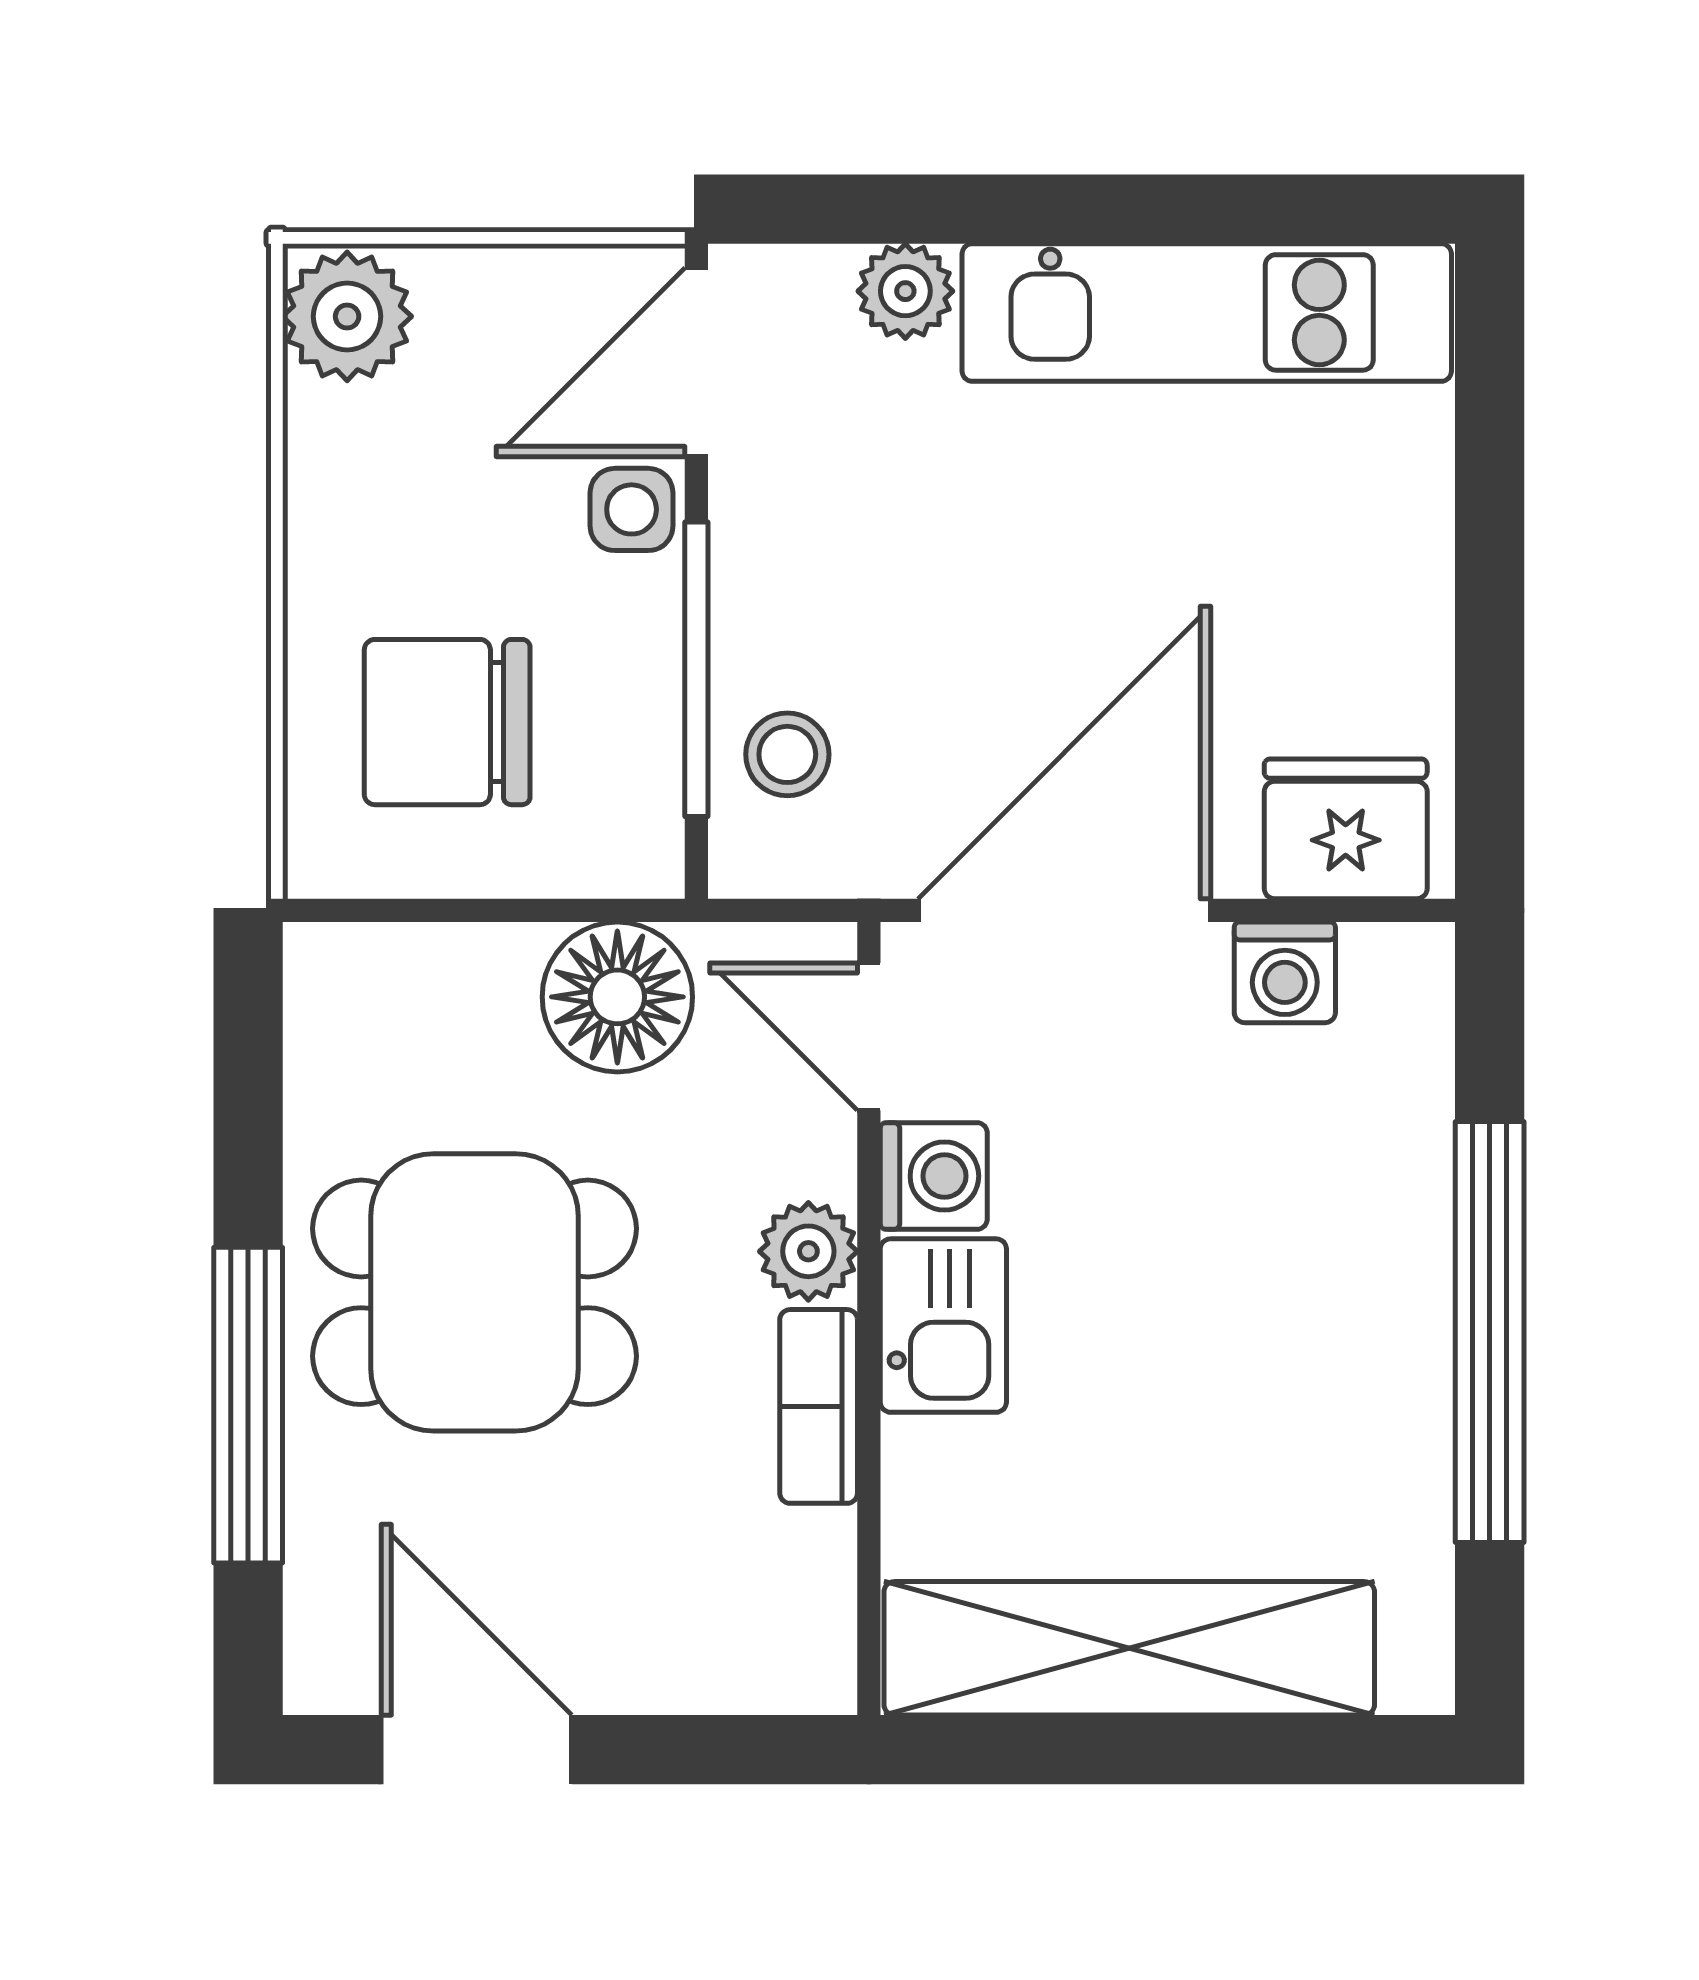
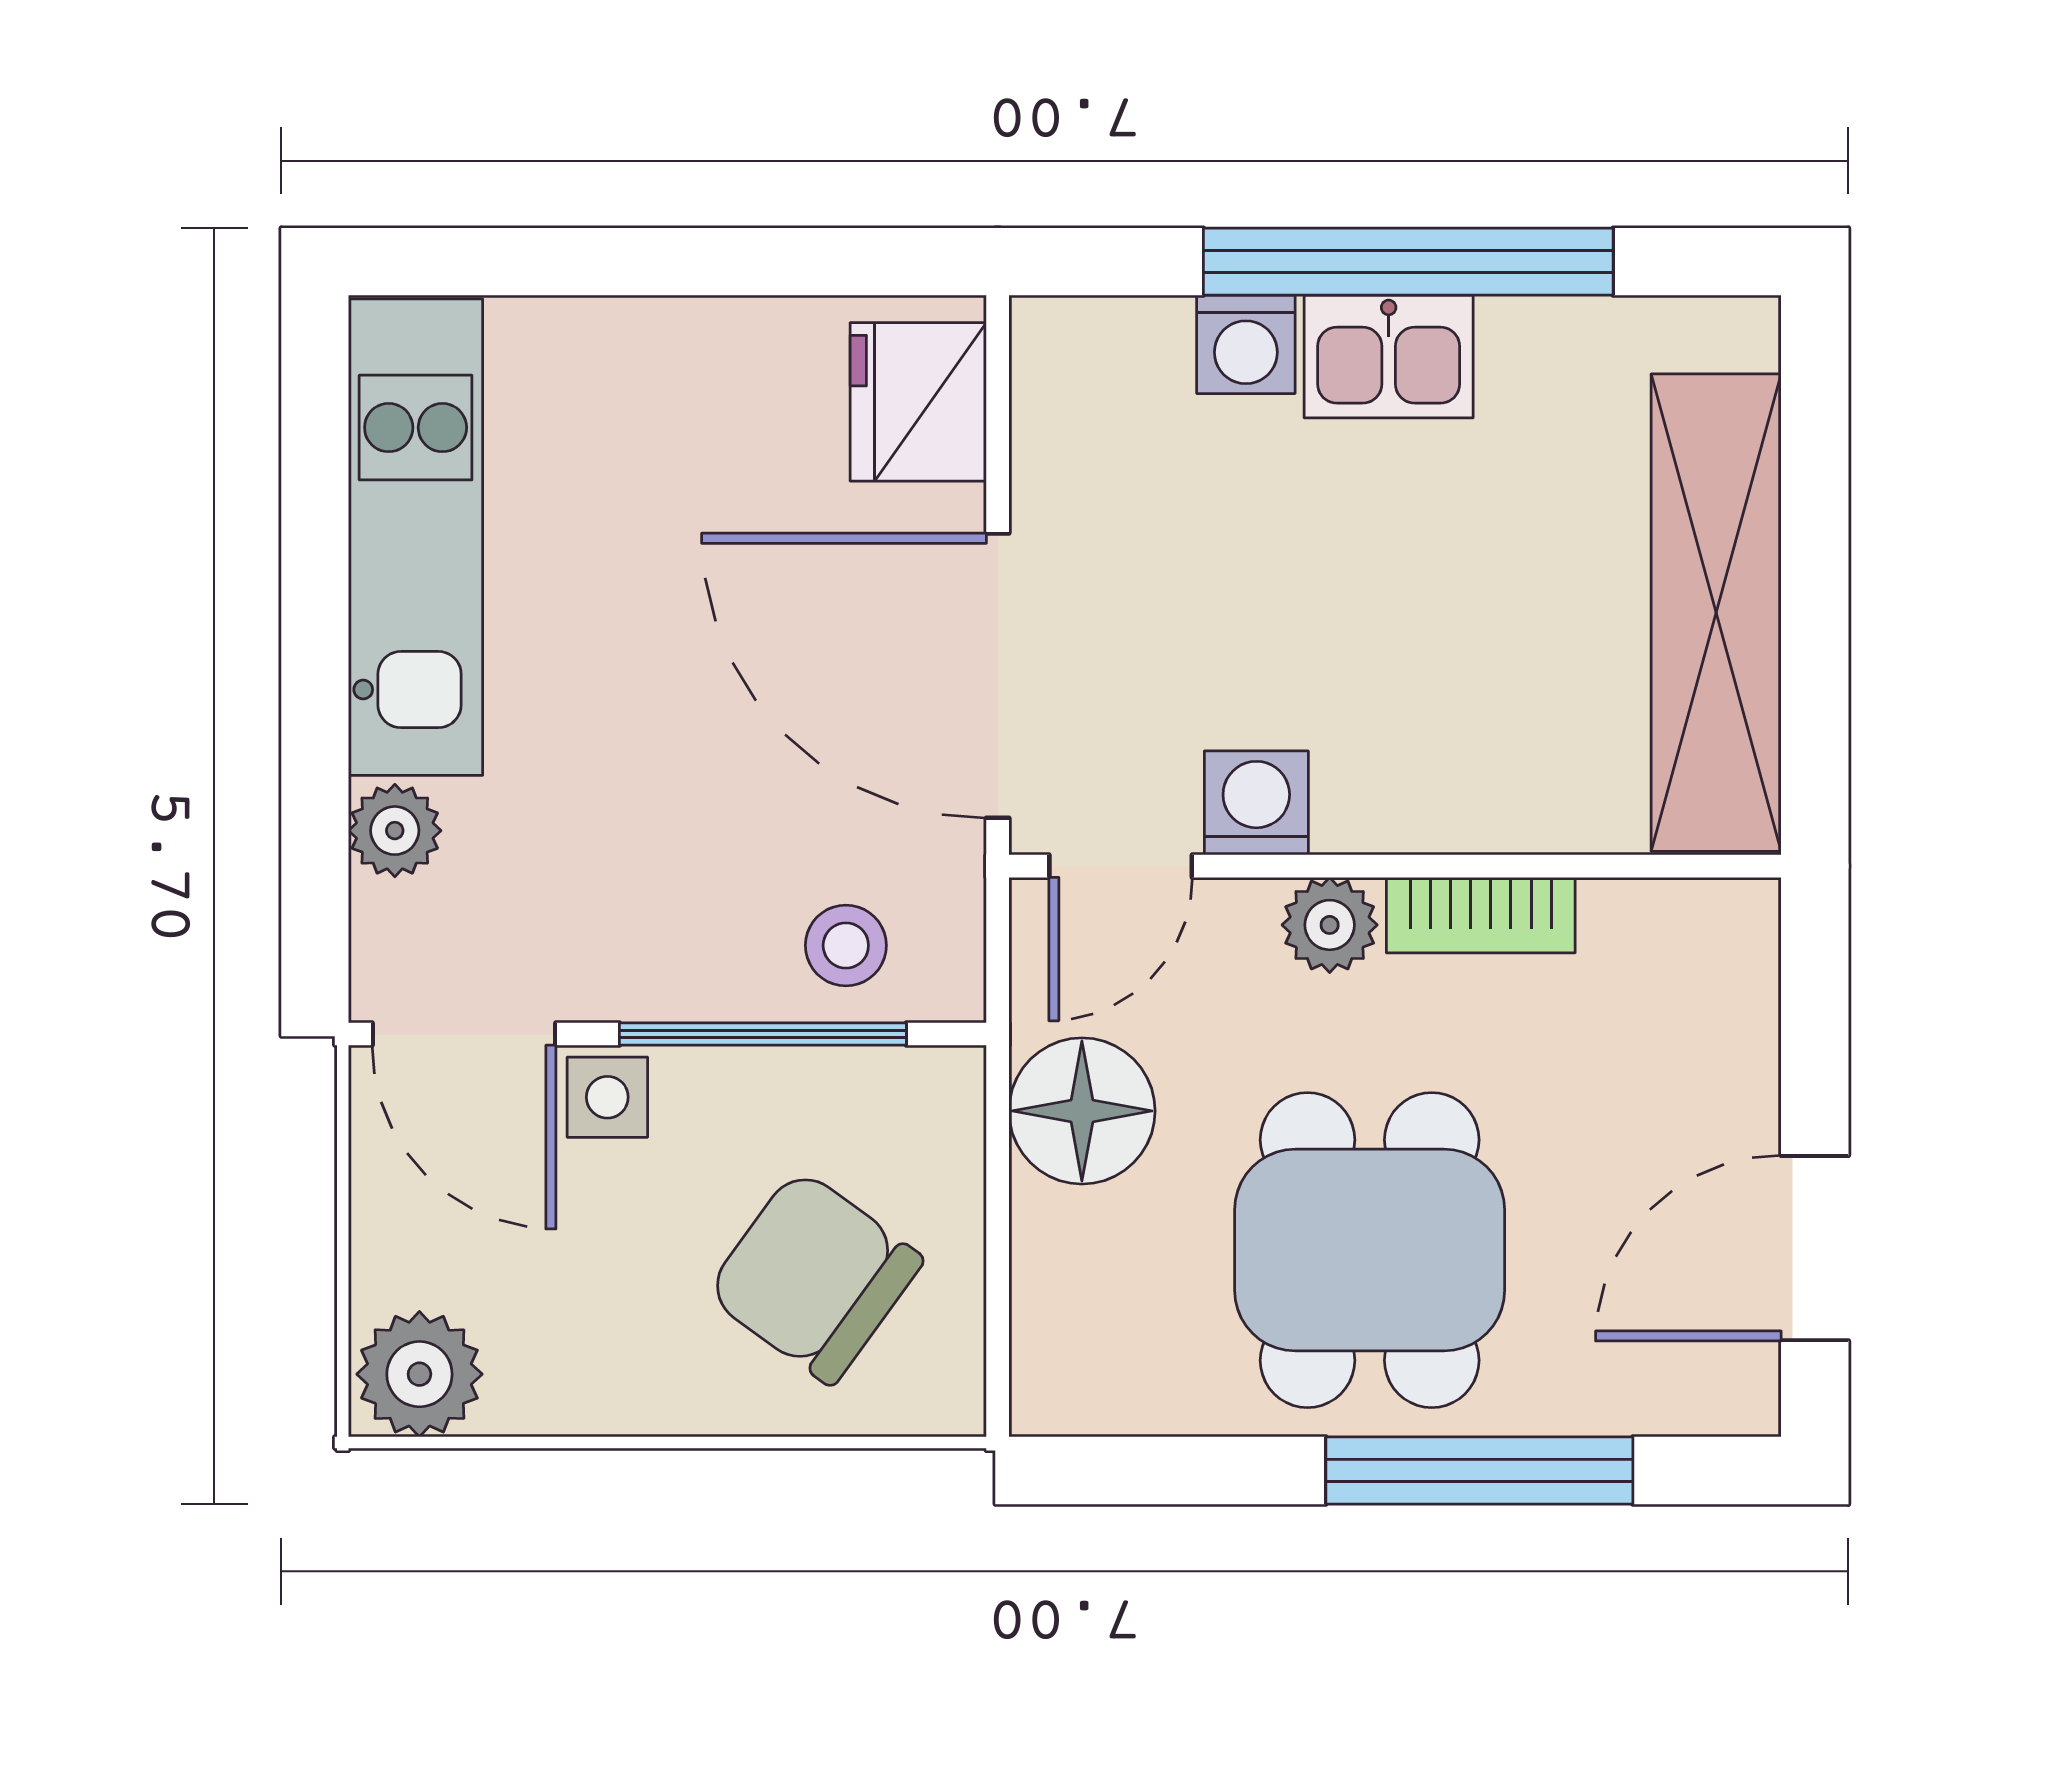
chair: (447, 722) -> (814, 1277), turned 126
washing machine: (1285, 972) -> (1246, 344), moved, turned 90
kitchen sink: (943, 1326) -> (1389, 357), moved, turned 180

